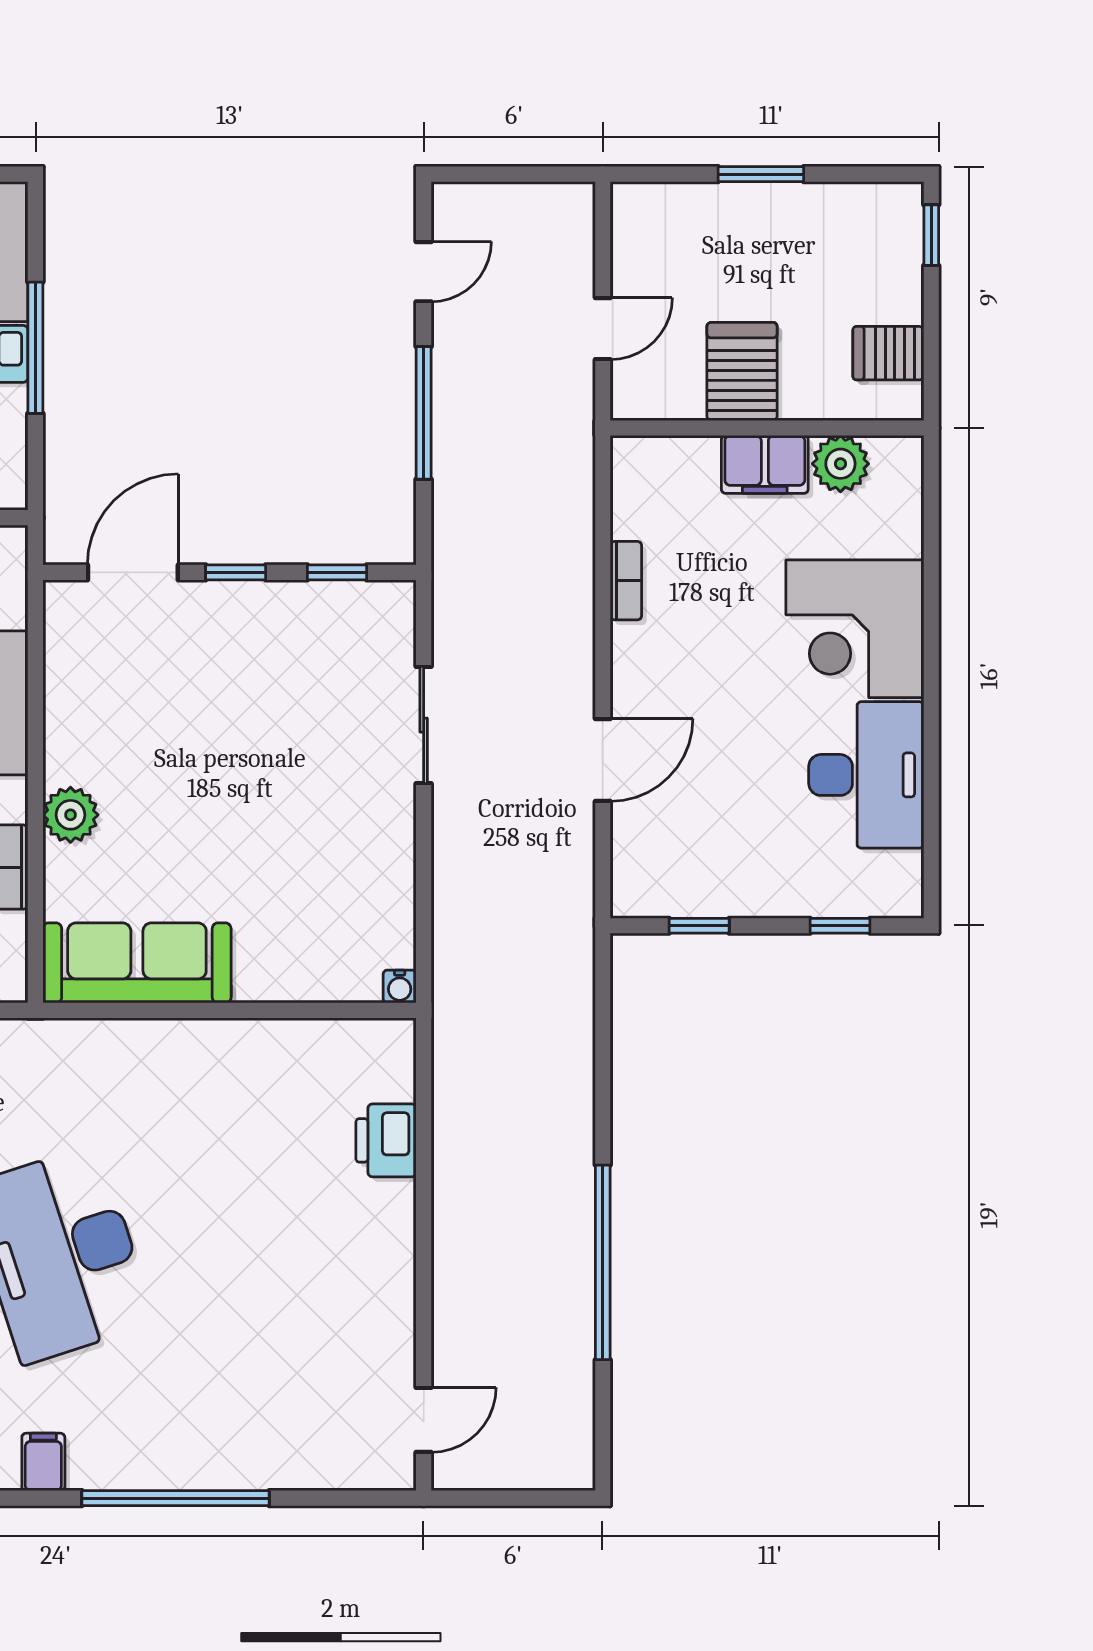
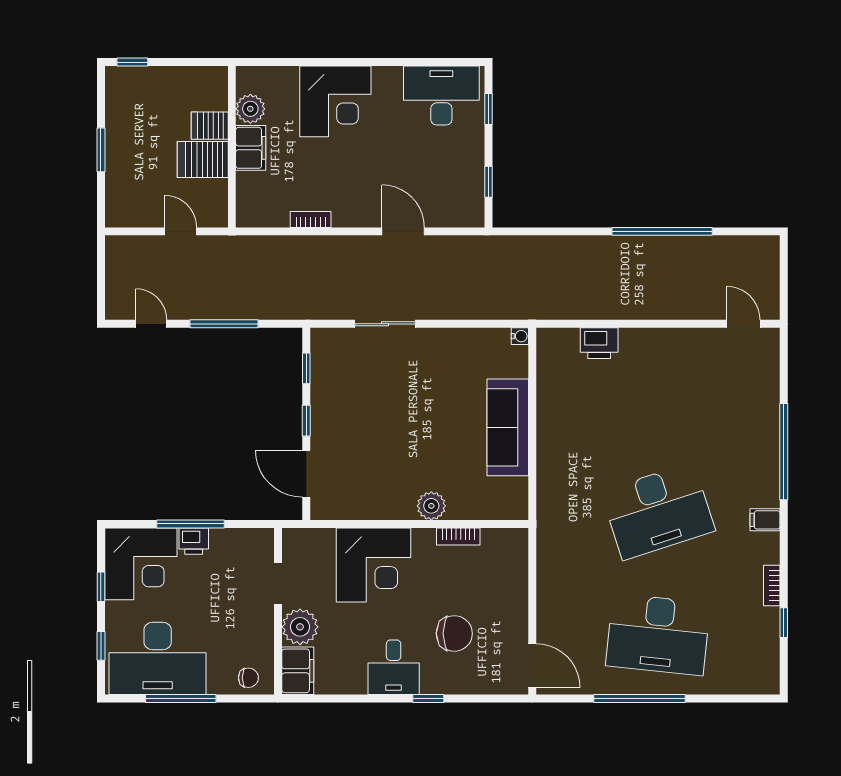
server rack: (888, 353) -> (210, 126), moved, turned 90
desk: (866, 775) -> (441, 96), moved
sofa: (137, 963) -> (508, 427), moved

